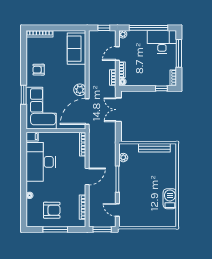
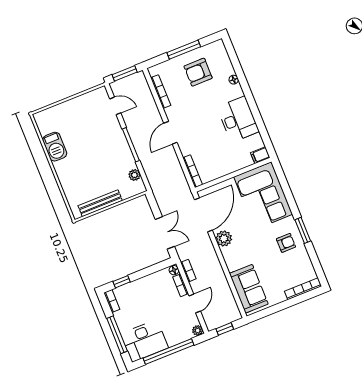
window: (24, 95) -> (303, 230), moved
desk: (41, 162) -> (238, 119), width x0.73, depth x0.77

